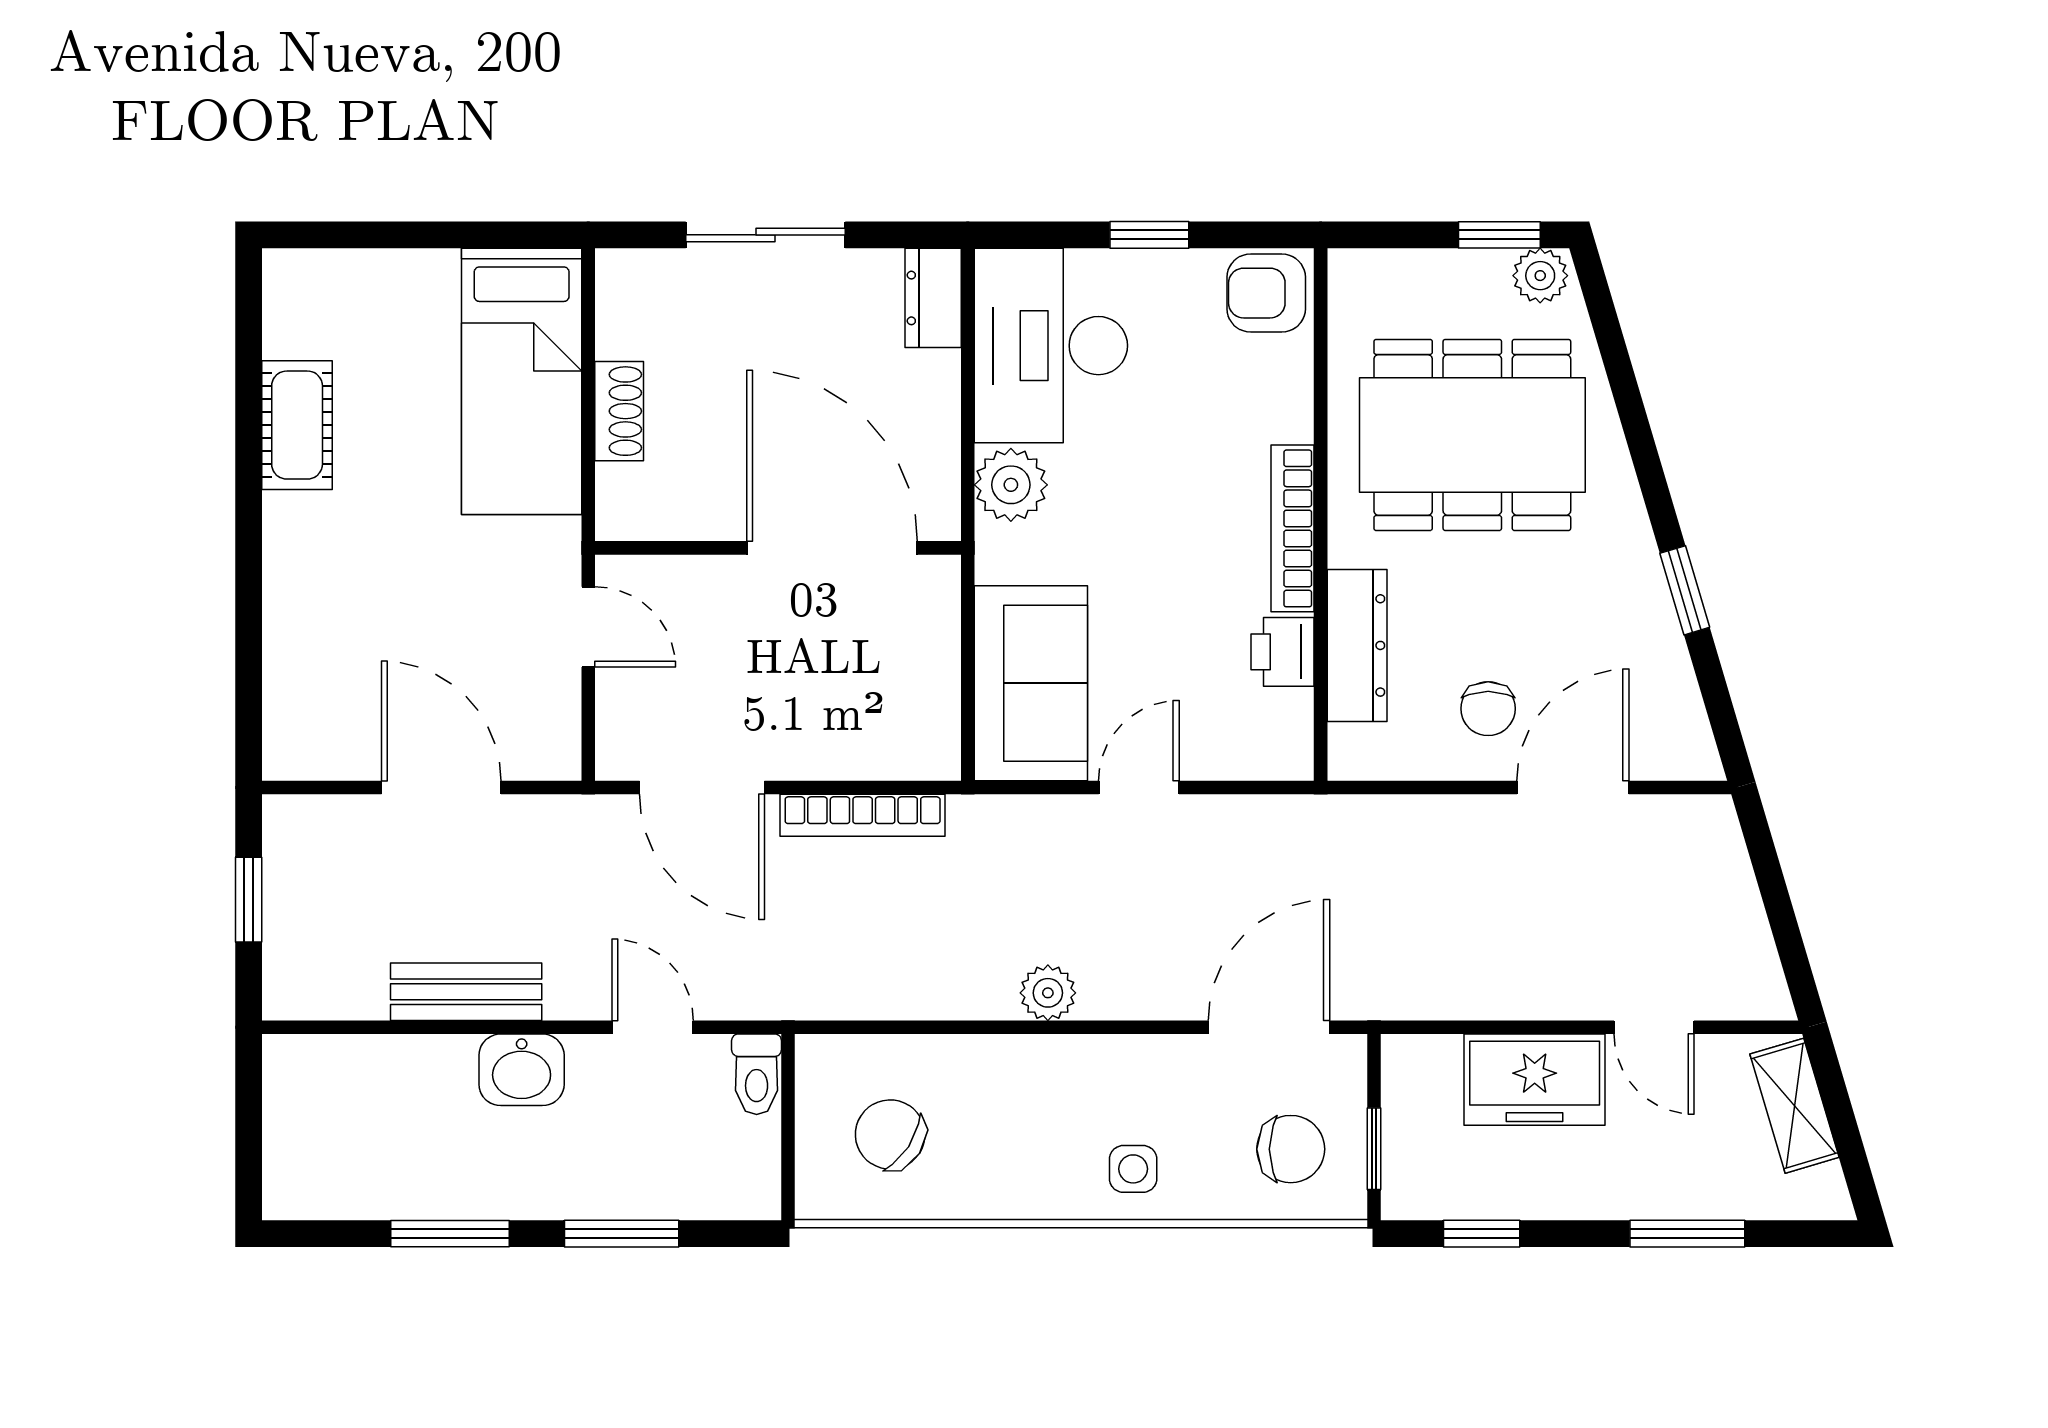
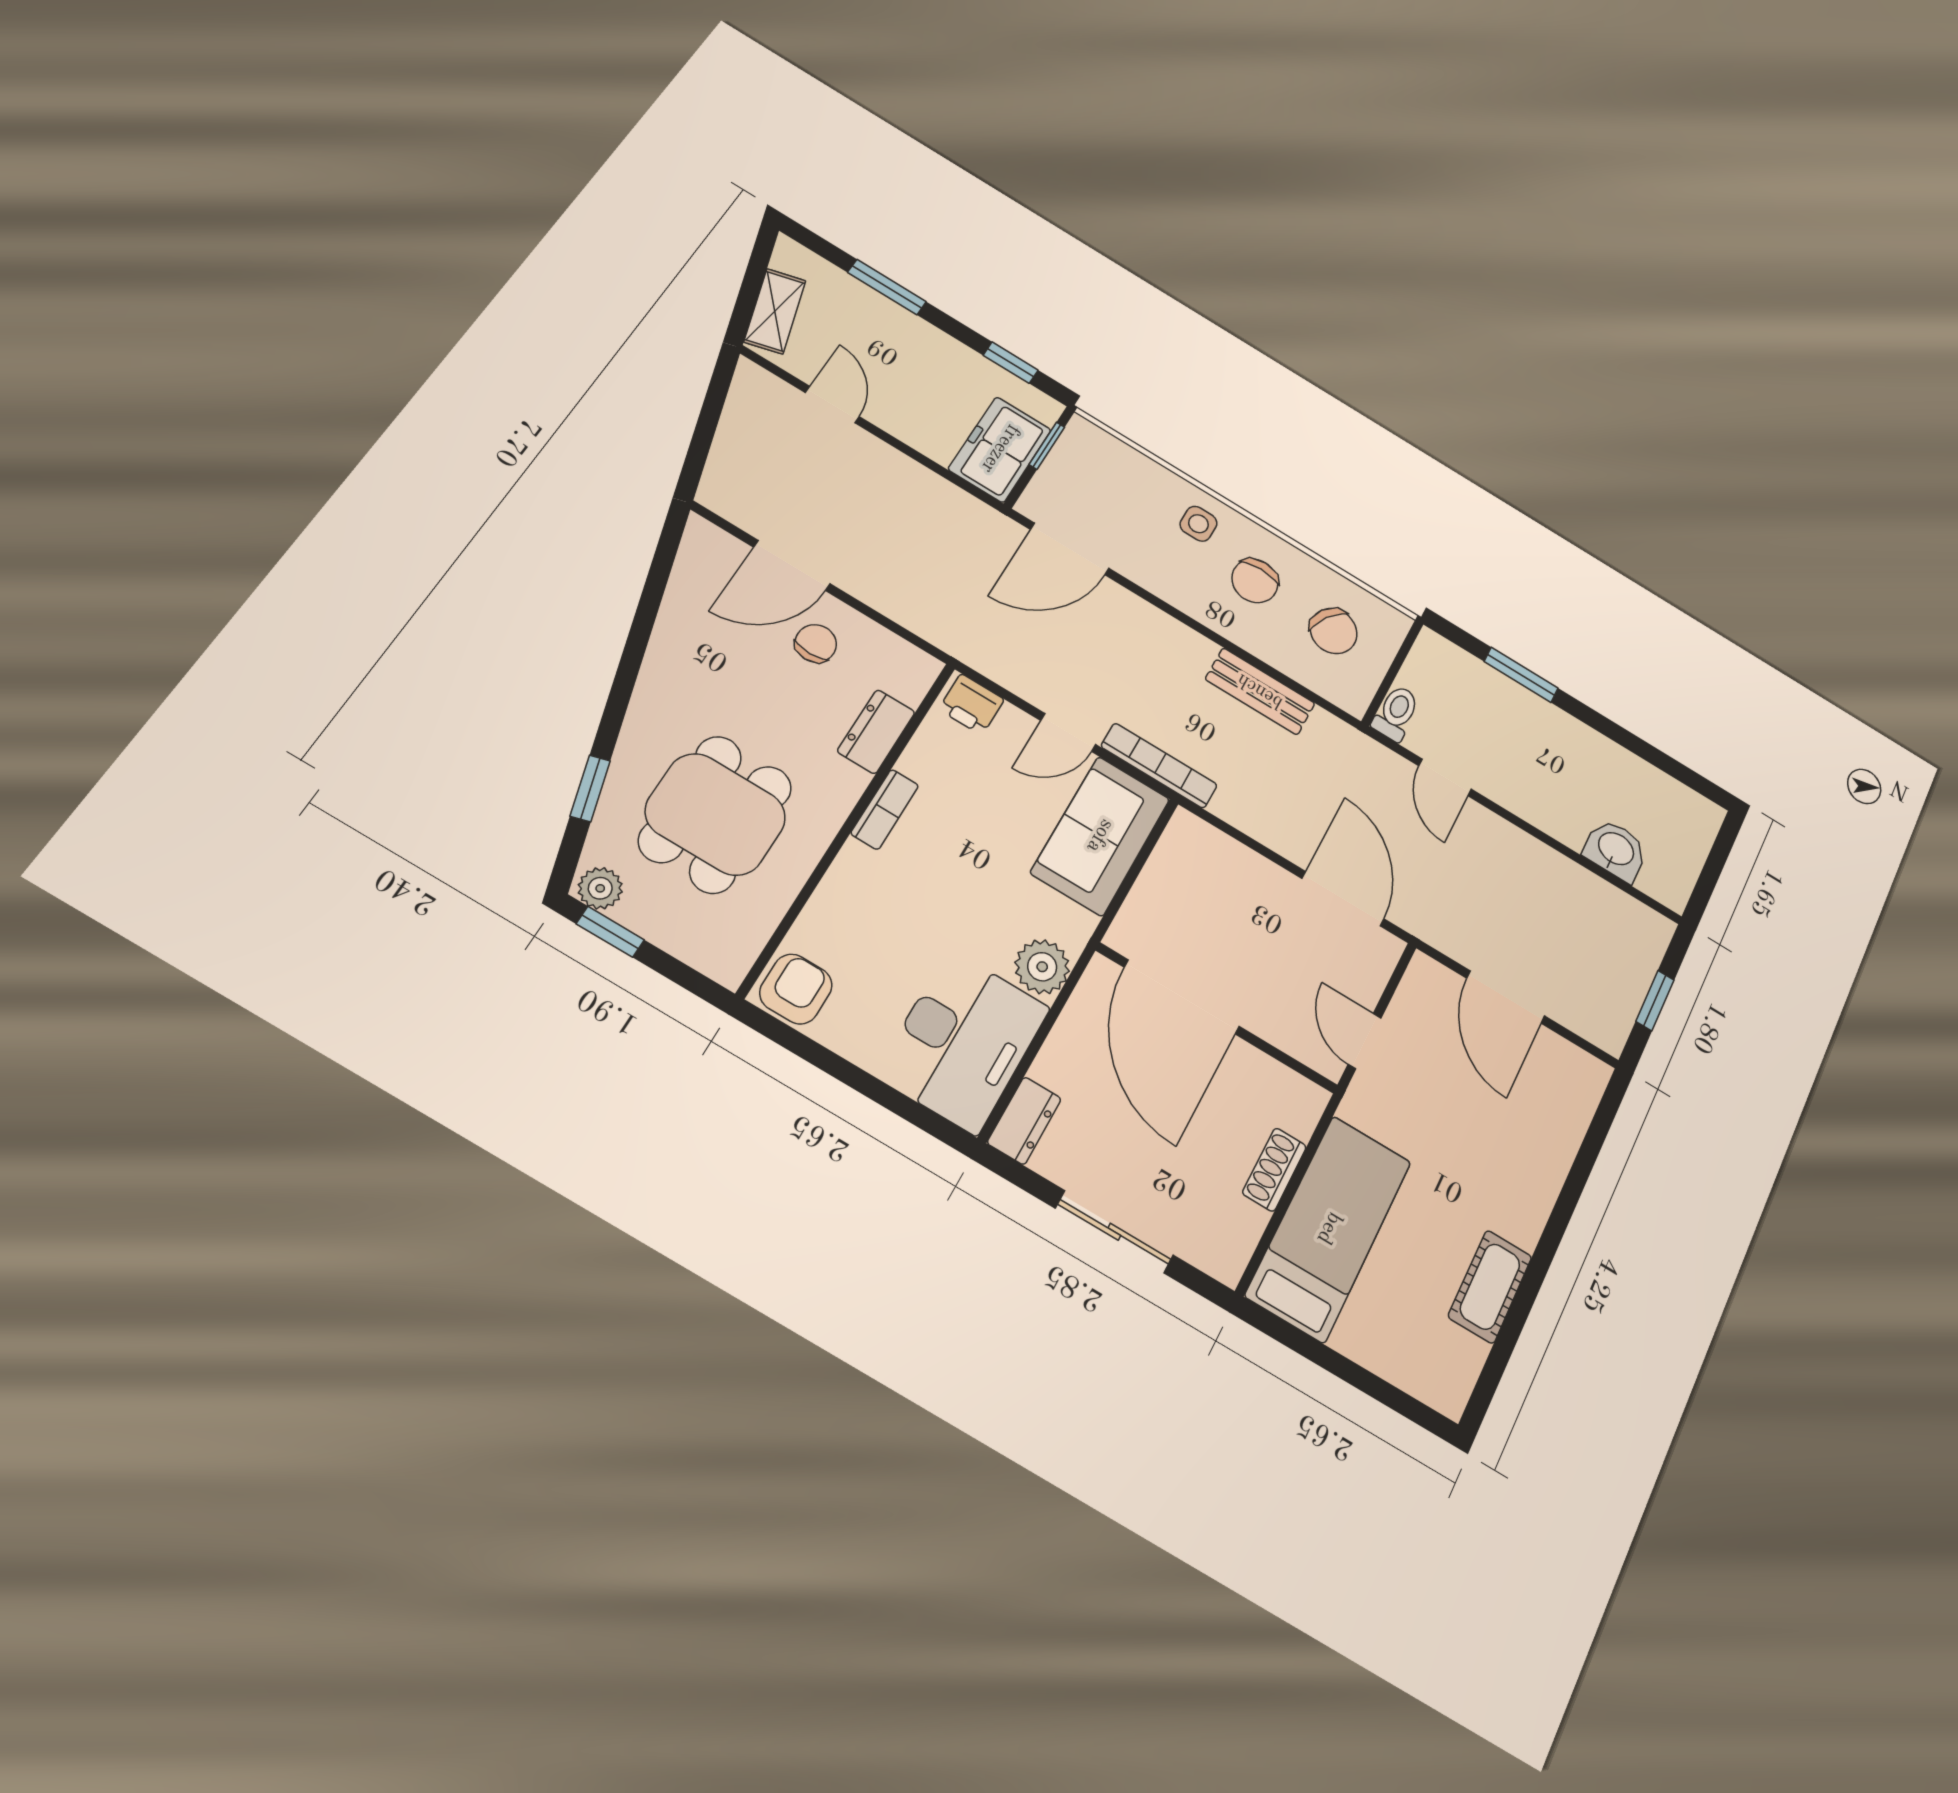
window: (1149, 235) -> (852, 1076), removed
armchair: (1266, 293) -> (796, 989), turned -90
dining table: (1472, 435) -> (715, 814), width x0.73
bookcase: (1293, 528) -> (885, 809), width x0.64
window: (1685, 590) -> (590, 788), moved
dresser: (1357, 645) -> (876, 732), width x0.70
printer: (1283, 652) -> (971, 704), moved, turned 90
bookcase: (863, 815) -> (1159, 766), moved
bench: (466, 992) -> (1260, 691), moved
plant: (1048, 993) -> (1194, 650), removed
washbasin: (522, 1070) -> (1616, 850), moved
freezer: (1535, 1080) -> (1000, 449), moved, turned -90
chair: (1291, 1149) -> (1255, 581), moved, turned -90
window: (450, 1234) -> (1622, 736), removed

